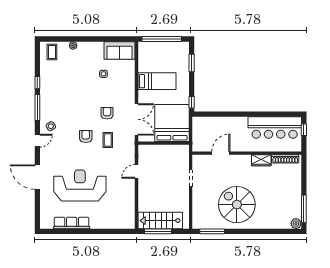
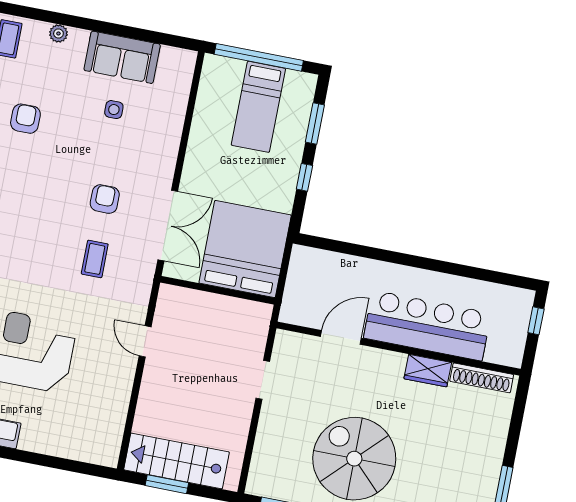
sofa: (120, 50) -> (122, 57), moved
bed: (157, 81) -> (258, 107), moved, turned 90
window: (192, 102) -> (304, 177), moved
bar counter: (275, 128) -> (427, 326), moved, turned 180
armchair: (86, 136) -> (25, 119), moved
door: (137, 171) -> (145, 341), hinge flipped
window: (158, 231) -> (167, 484), width x0.69

